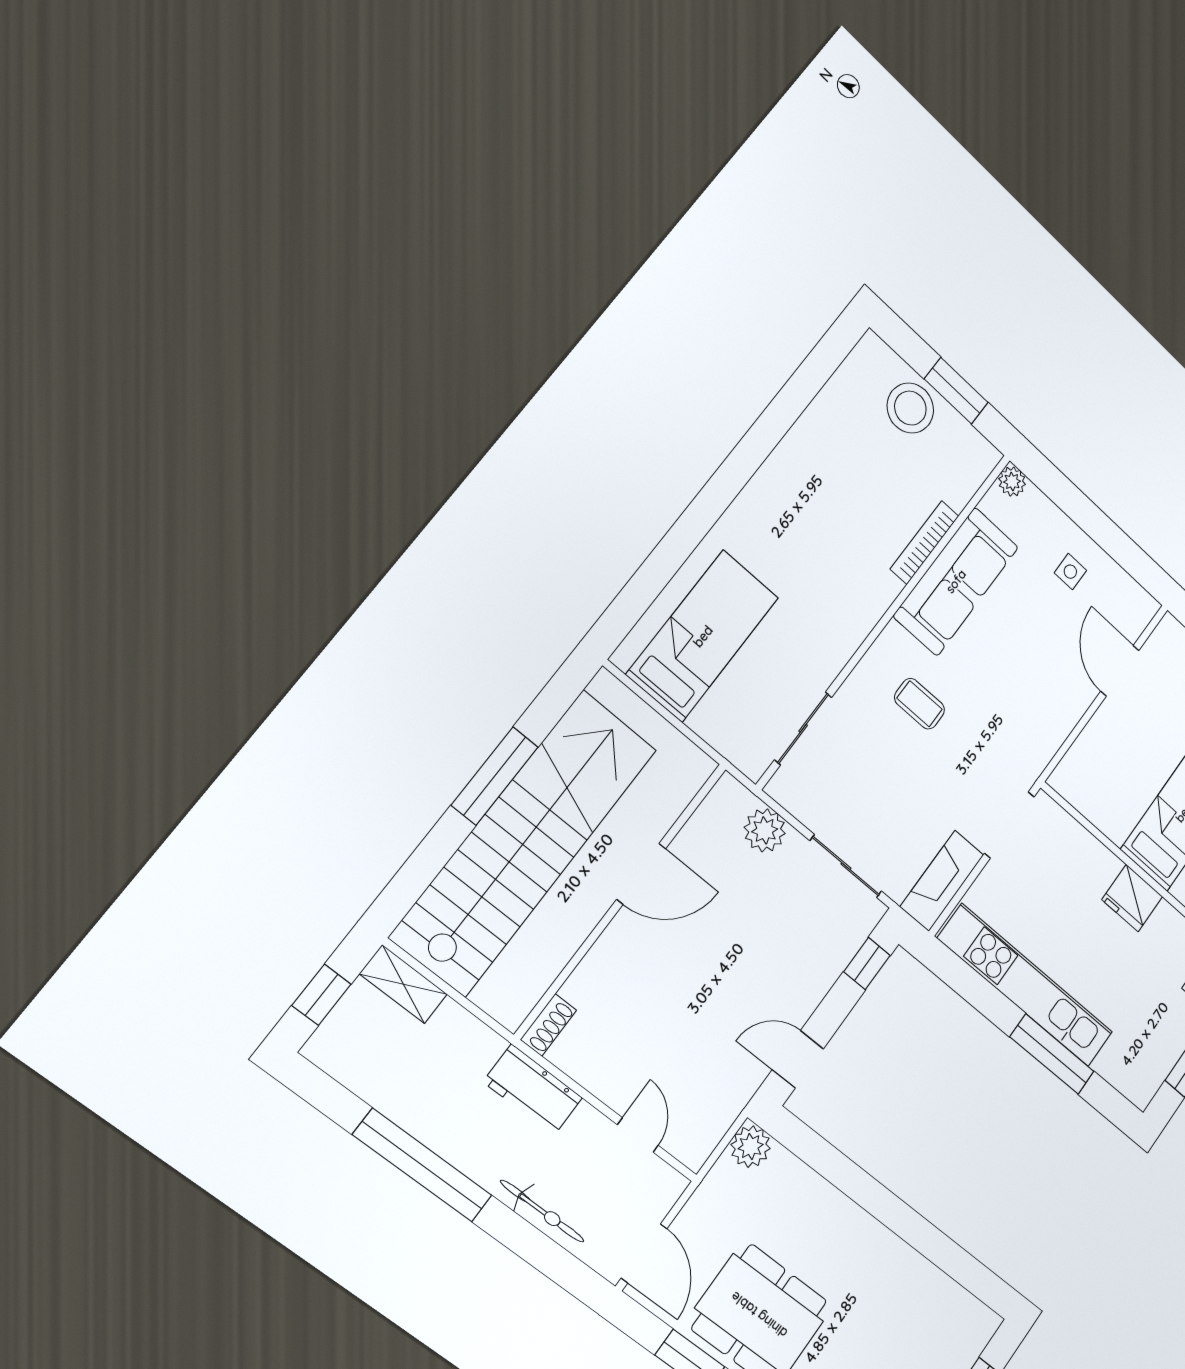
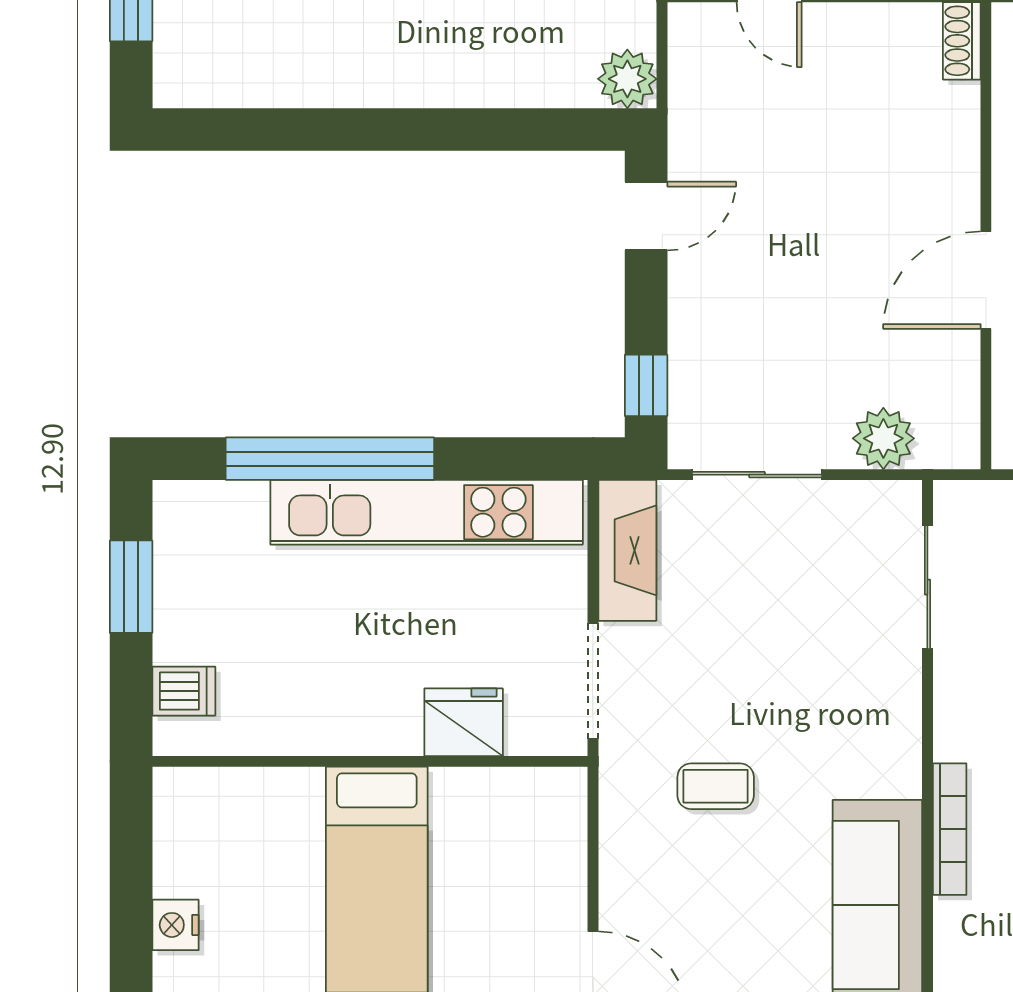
bookcase: (925, 543) -> (950, 829), moved
coffee table: (919, 704) -> (716, 786), moved
fridge: (1132, 898) -> (464, 722), moved
window: (1052, 1054) -> (330, 459), width x1.46

